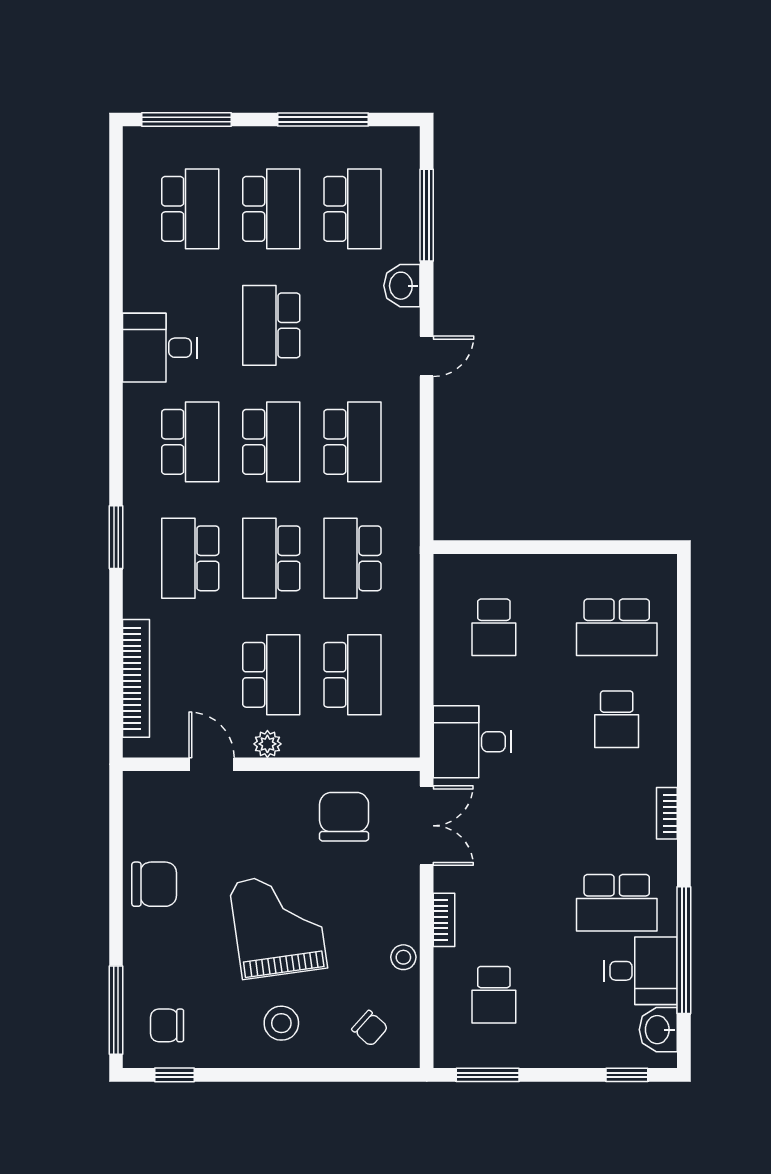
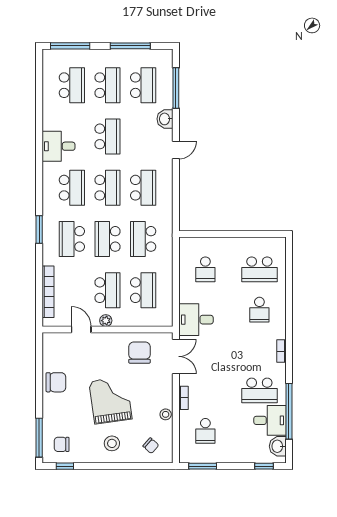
school desk: (271, 325) -> (107, 136), turned 180

